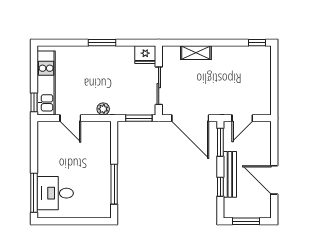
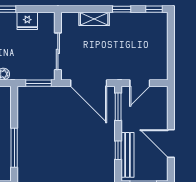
window: (224, 43) -> (122, 9), added
fridge: (145, 55) -> (27, 21), moved
bench: (230, 174) -> (127, 155), moved

